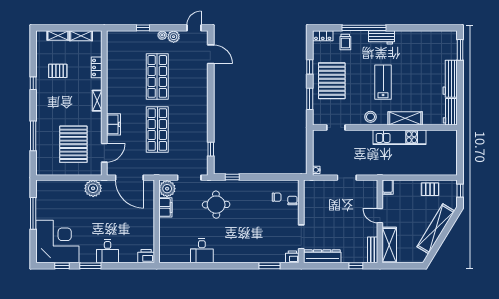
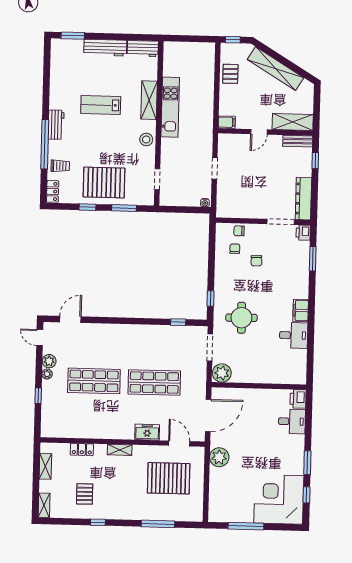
shelving: (58, 36) -> (44, 505), moved
lab bench: (383, 82) -> (101, 105), moved
filing cabinet: (165, 207) -> (301, 310), moved, turned -90
chair: (266, 216) -> (256, 261), added
desk: (108, 251) -> (292, 421), moved

